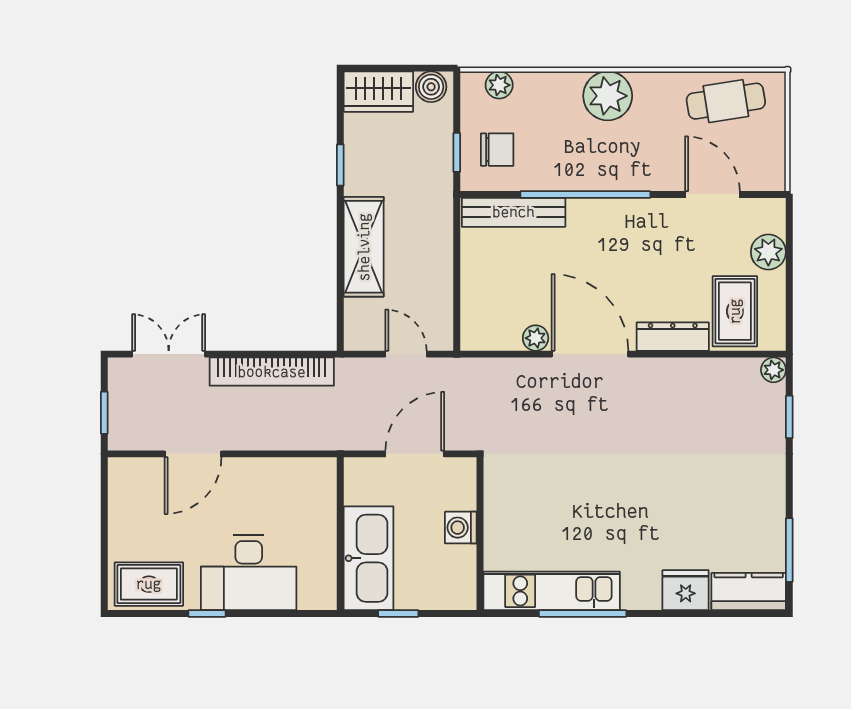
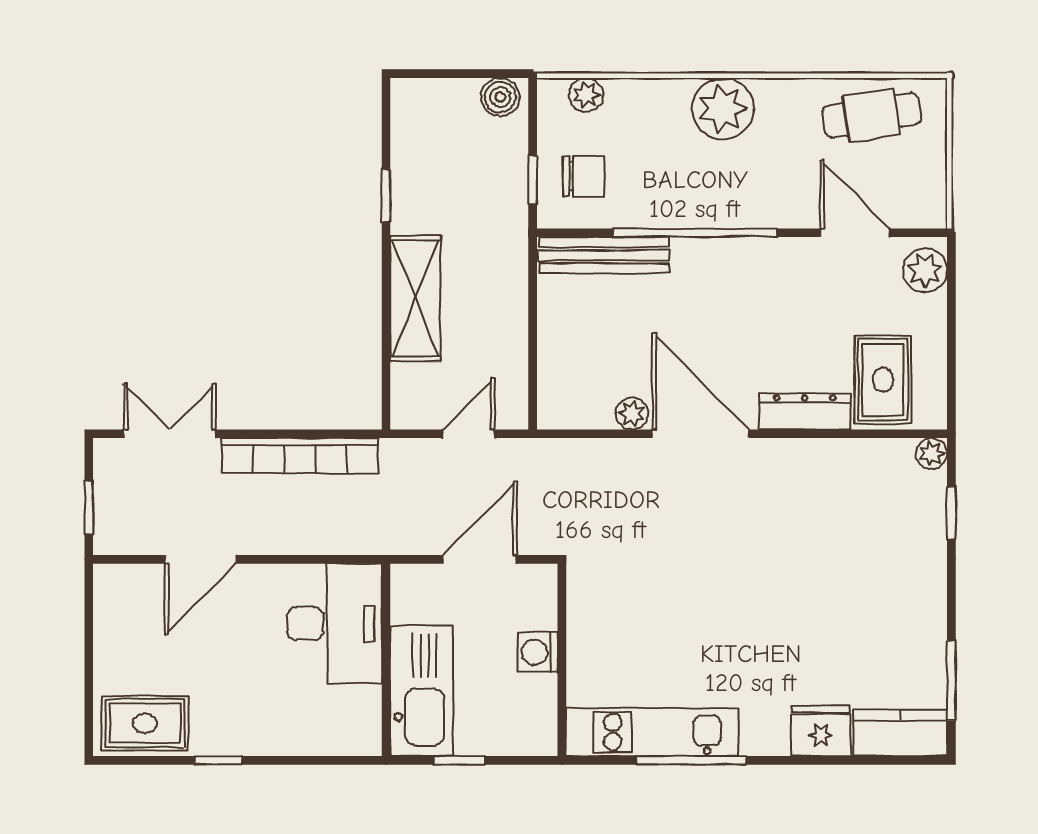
wardrobe: (378, 92) -> (434, 103), removed
plant: (768, 252) -> (925, 270), moved
door: (406, 354) -> (469, 434), hinge flipped
desk: (249, 573) -> (335, 624), moved, turned -90

